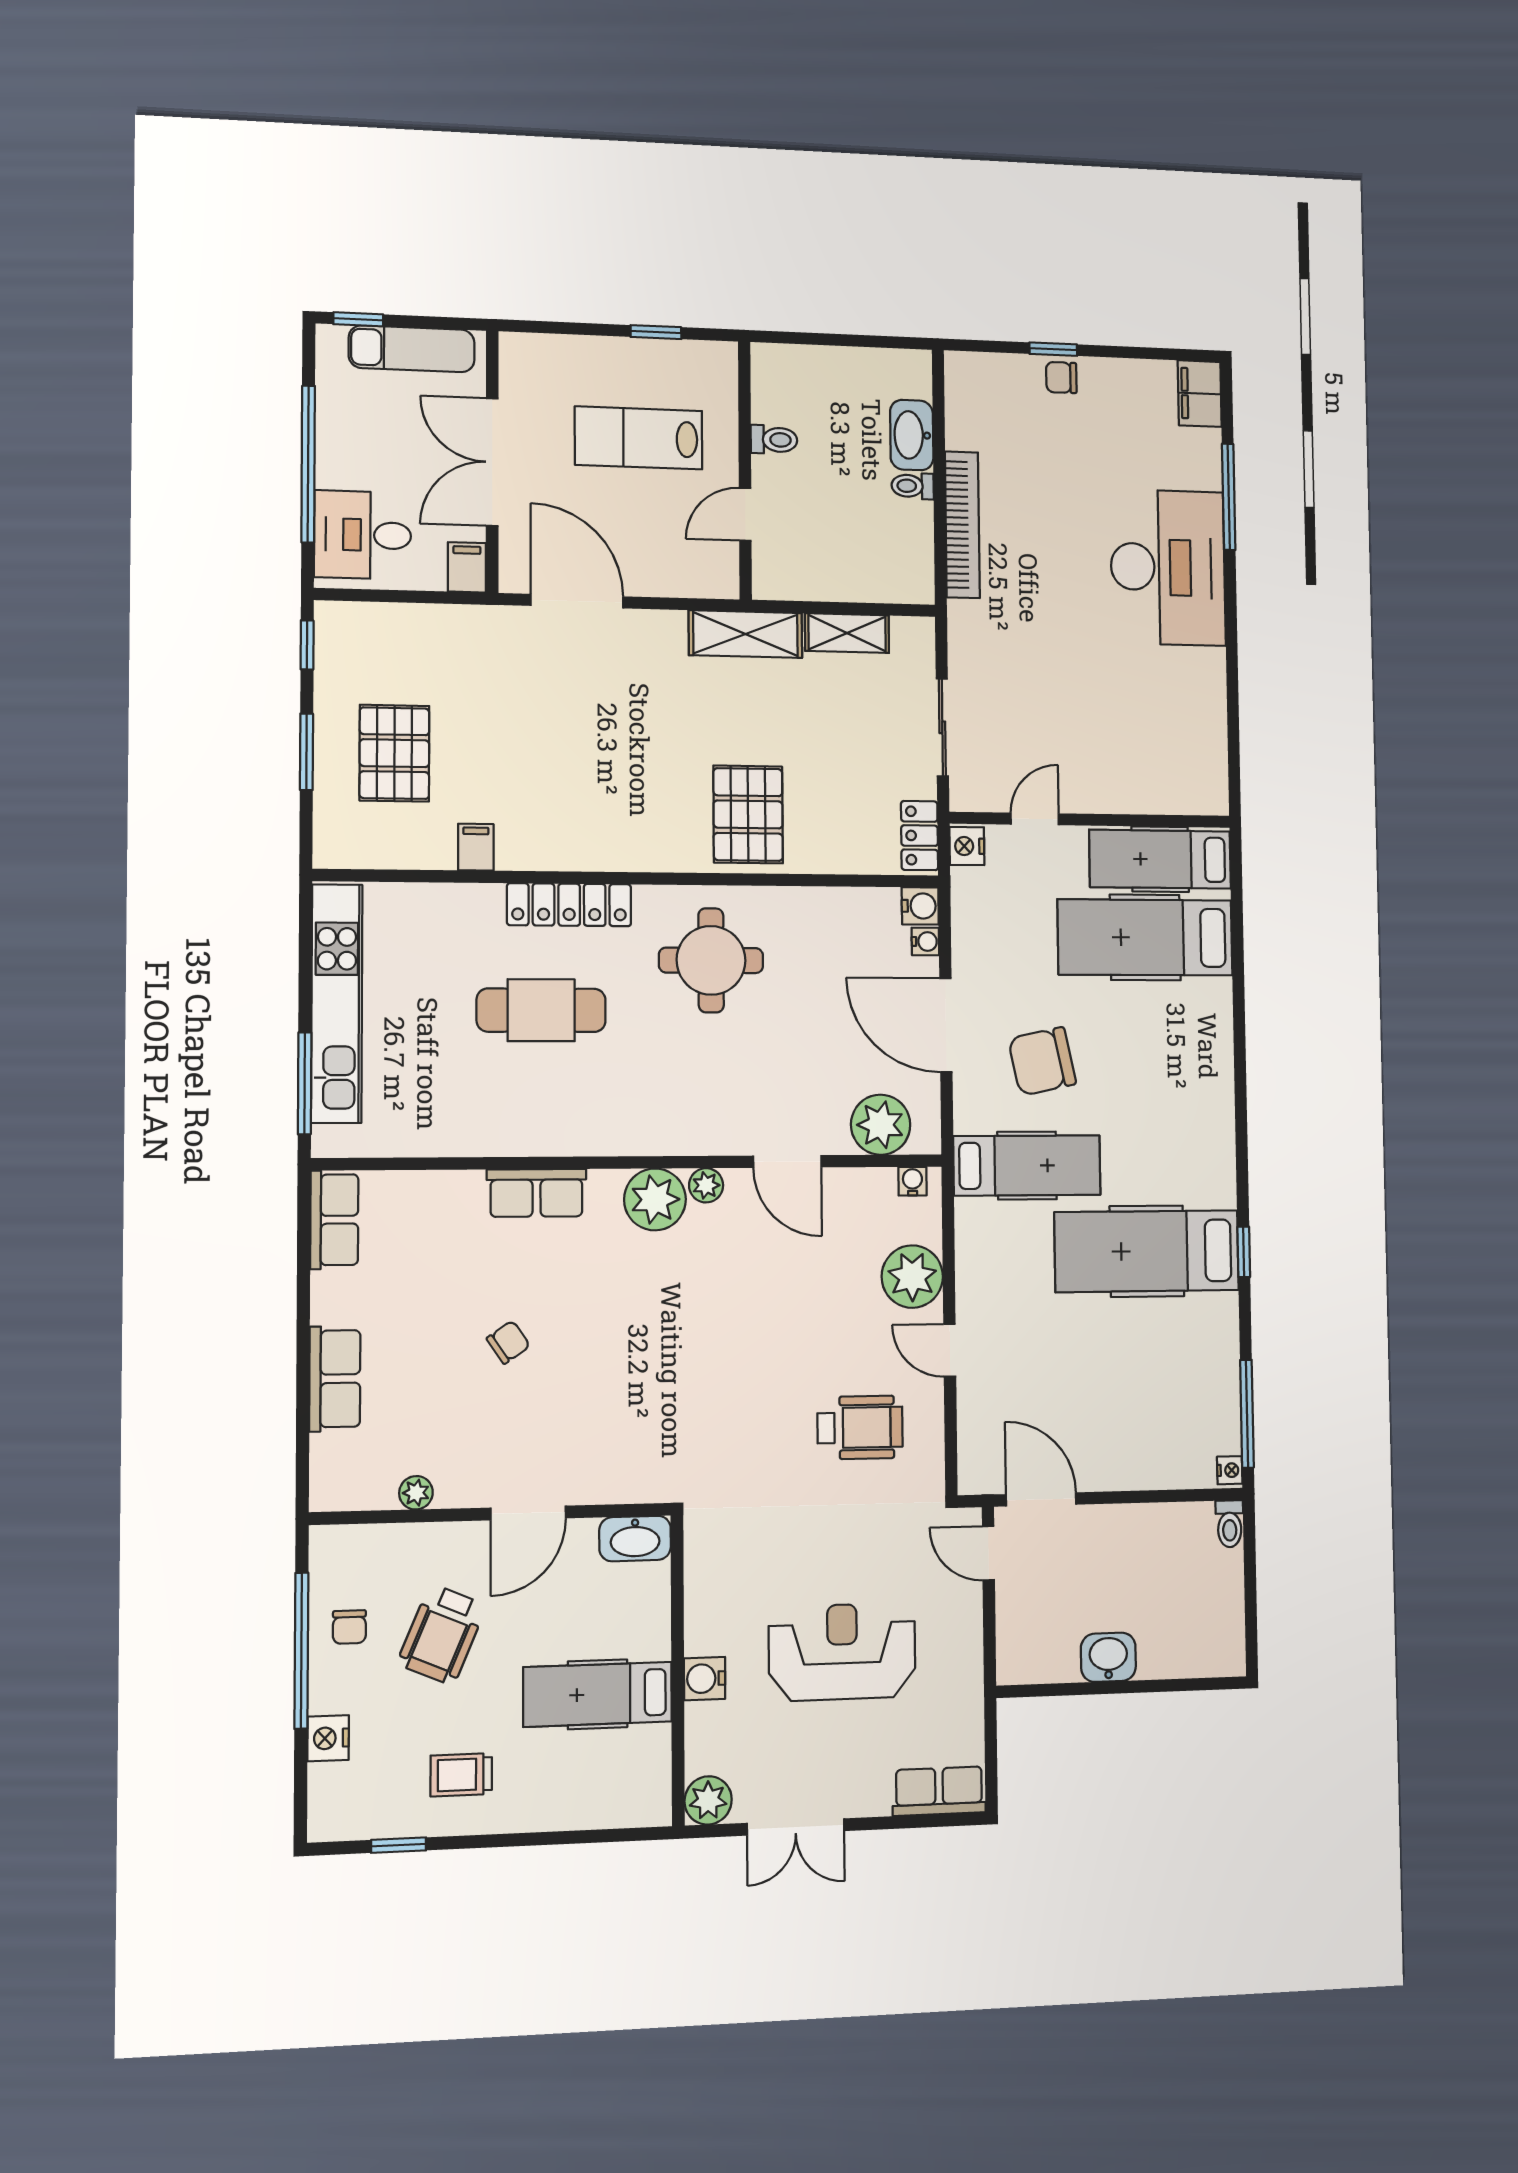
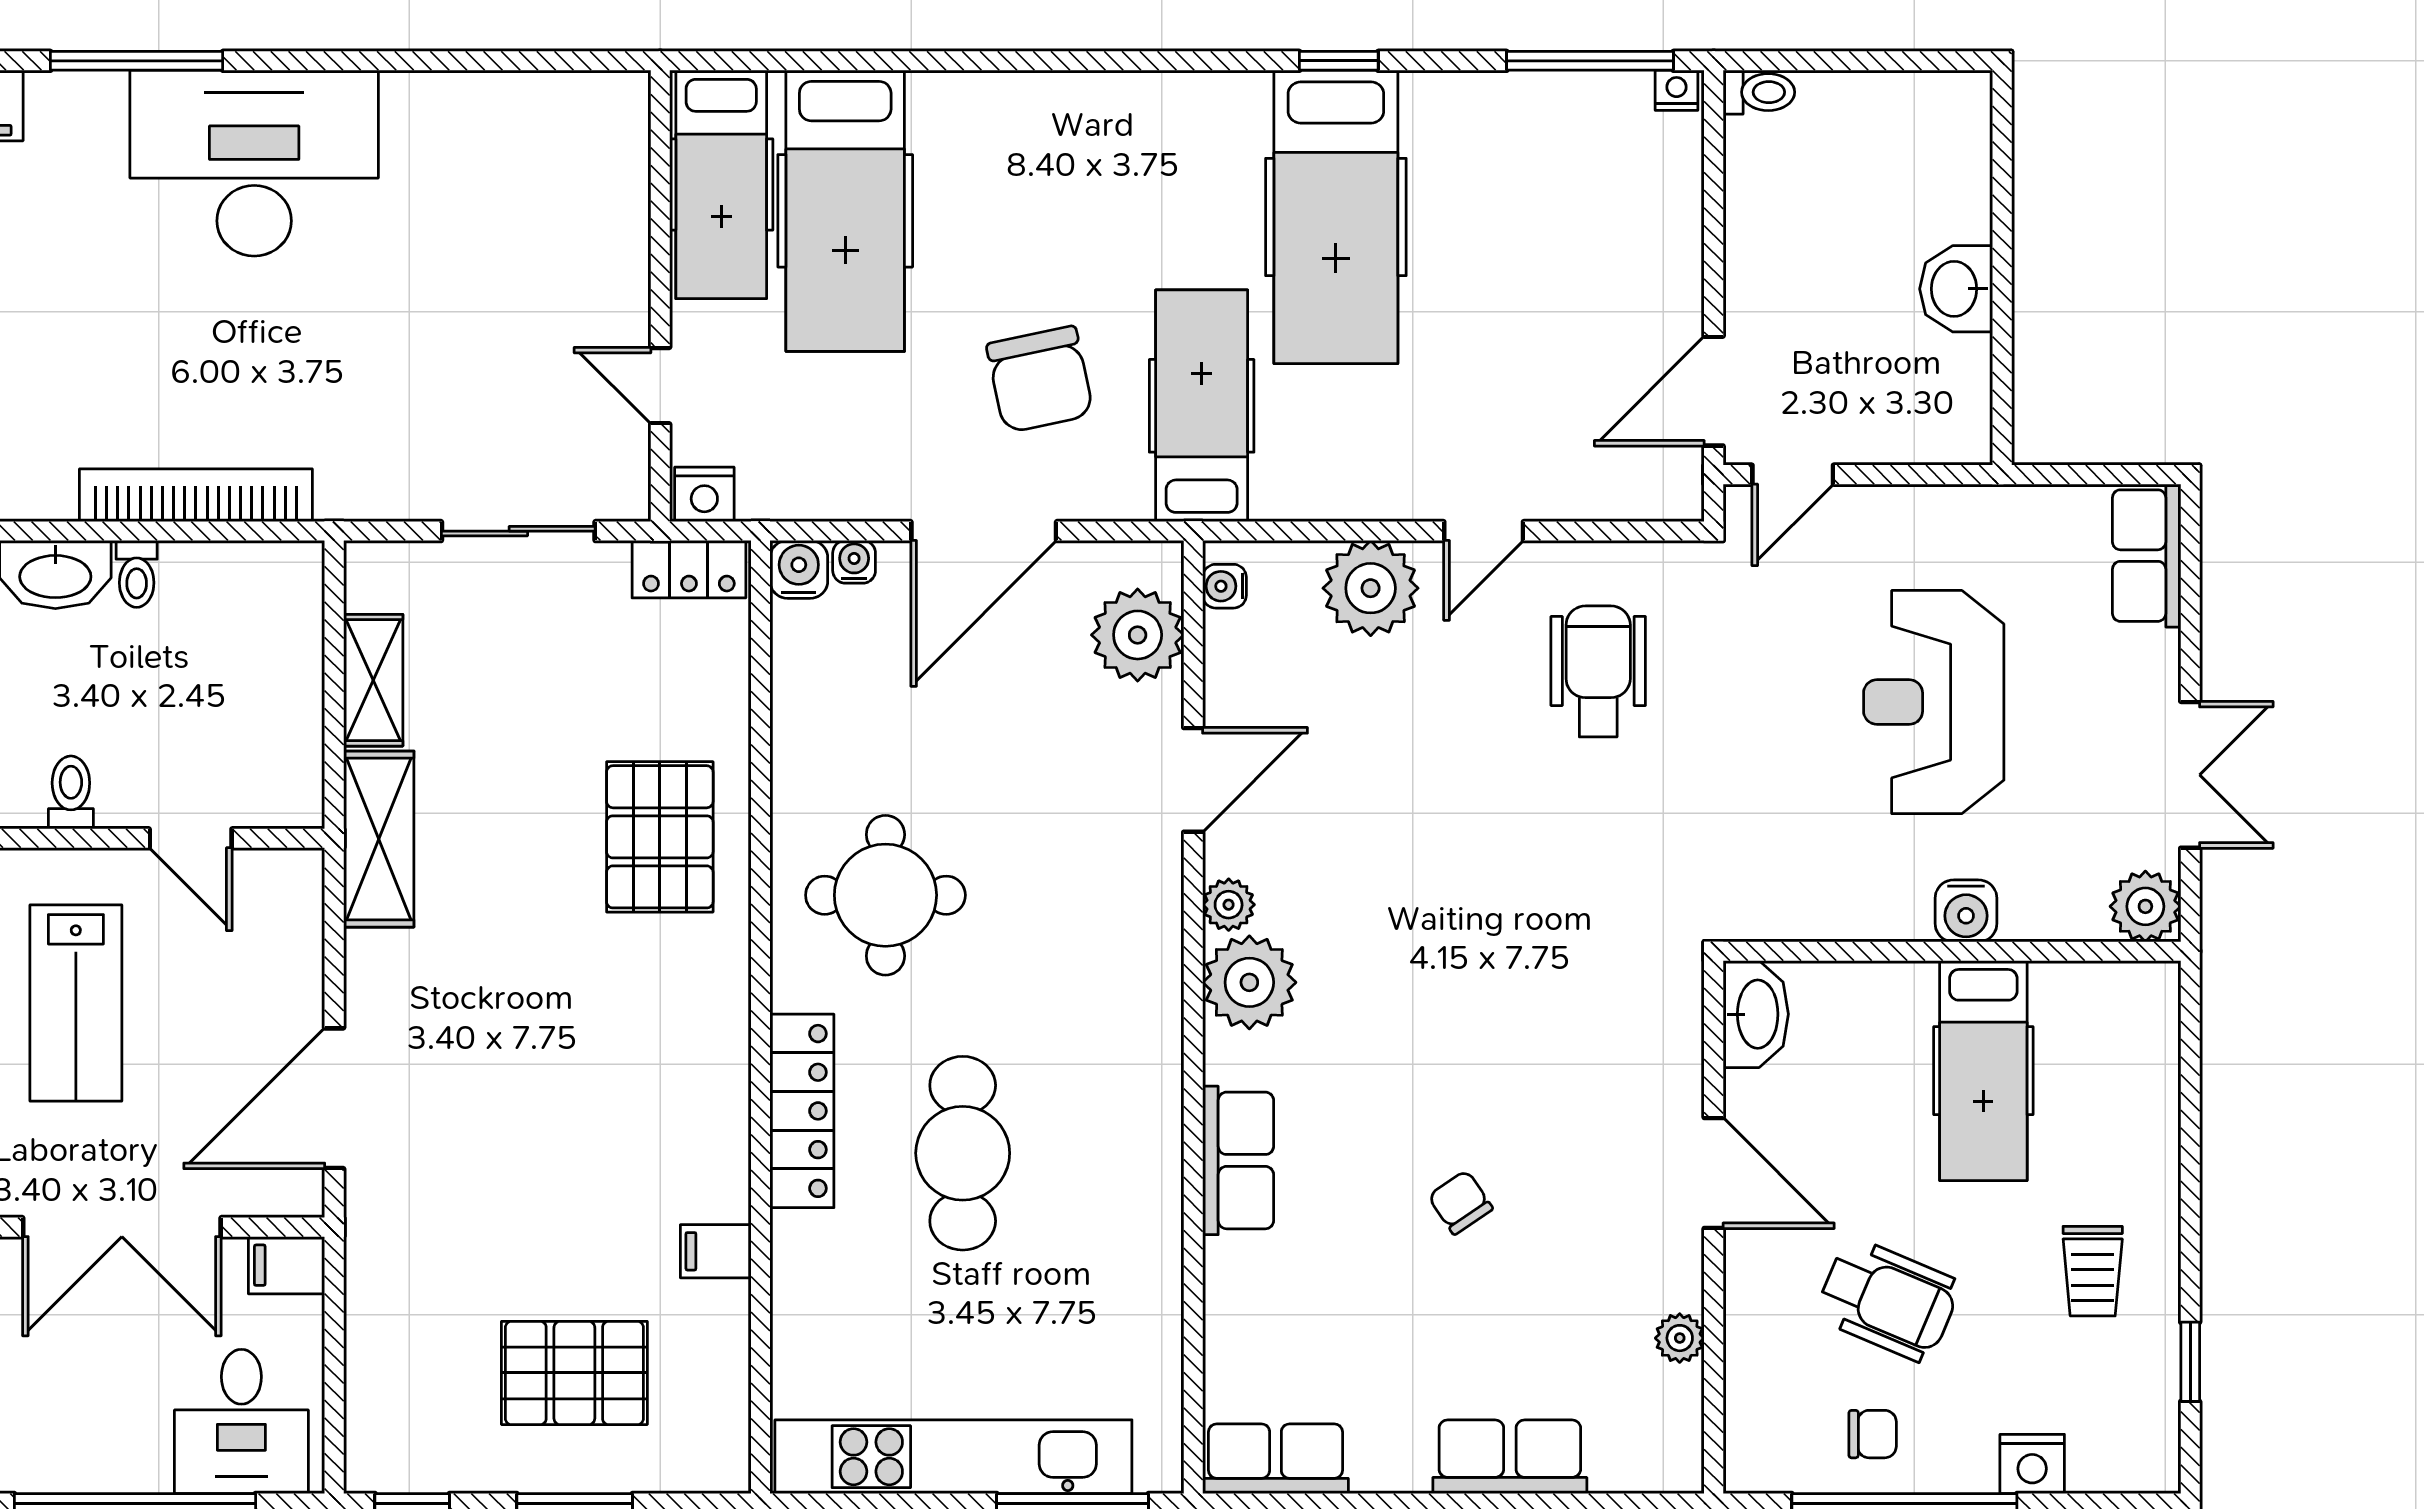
pallet: (748, 814) -> (660, 837), turned 90

